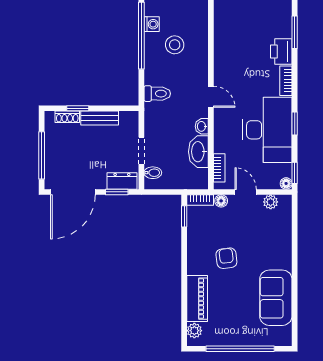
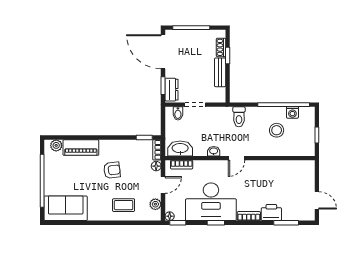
washbasin: (198, 152) -> (180, 149), moved
coffee table: (272, 243) -> (124, 205), added
sofa: (276, 298) -> (66, 208), moved

